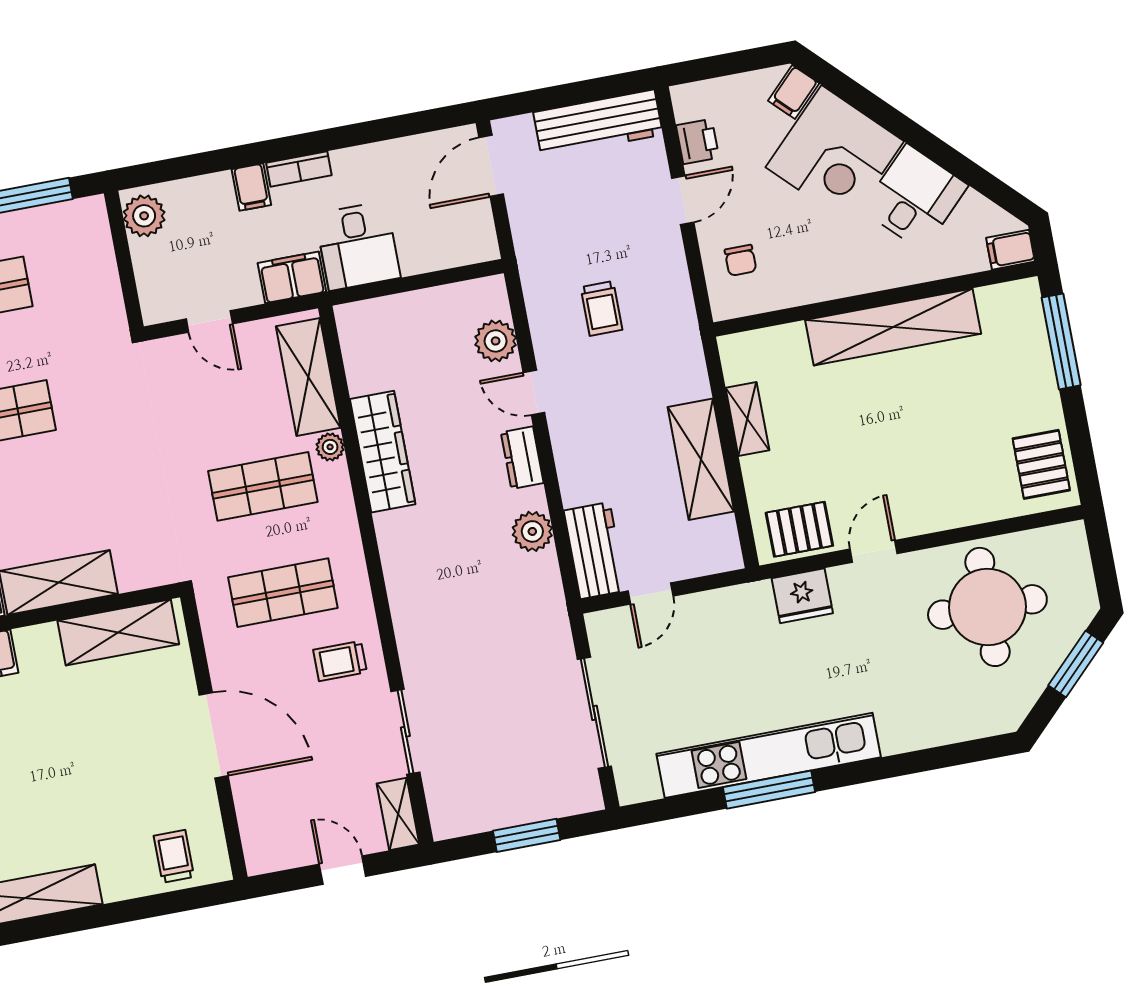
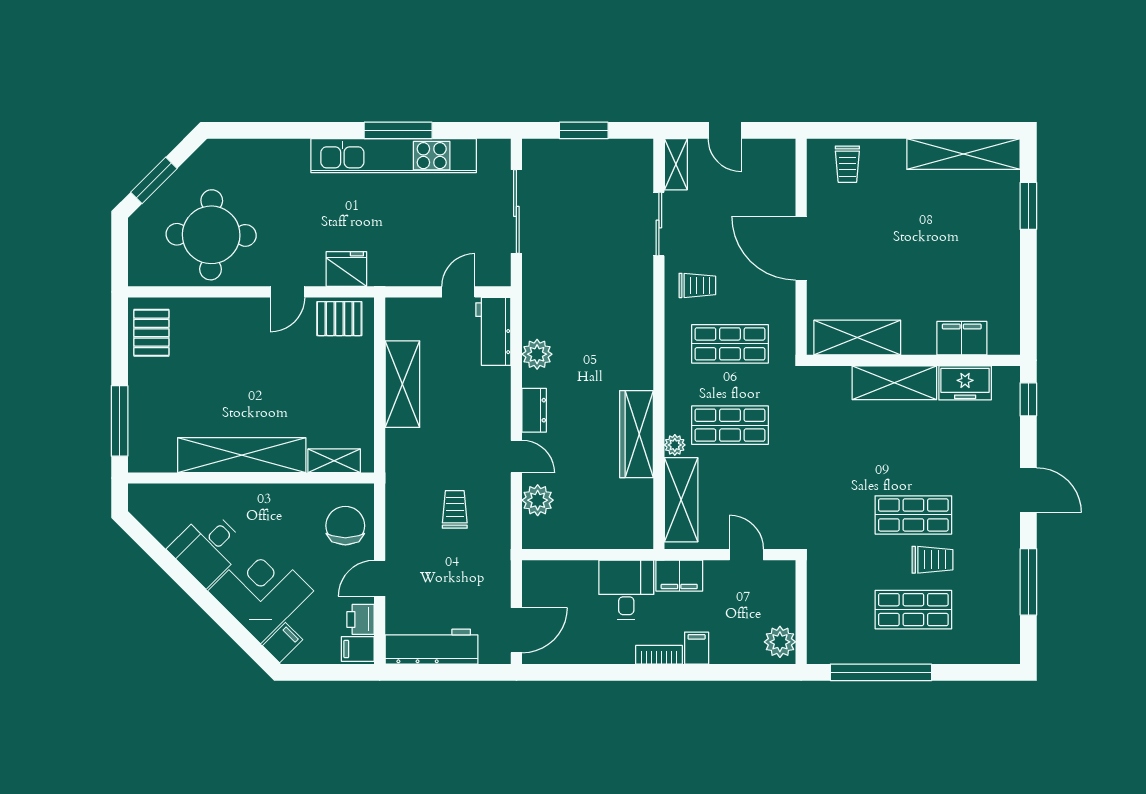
filing cabinet: (1011, 250) -> (358, 649), moved, turned 180
chair: (740, 260) -> (345, 526), width x1.87, depth x1.87
shelving: (747, 419) -> (334, 461), moved, turned 90

